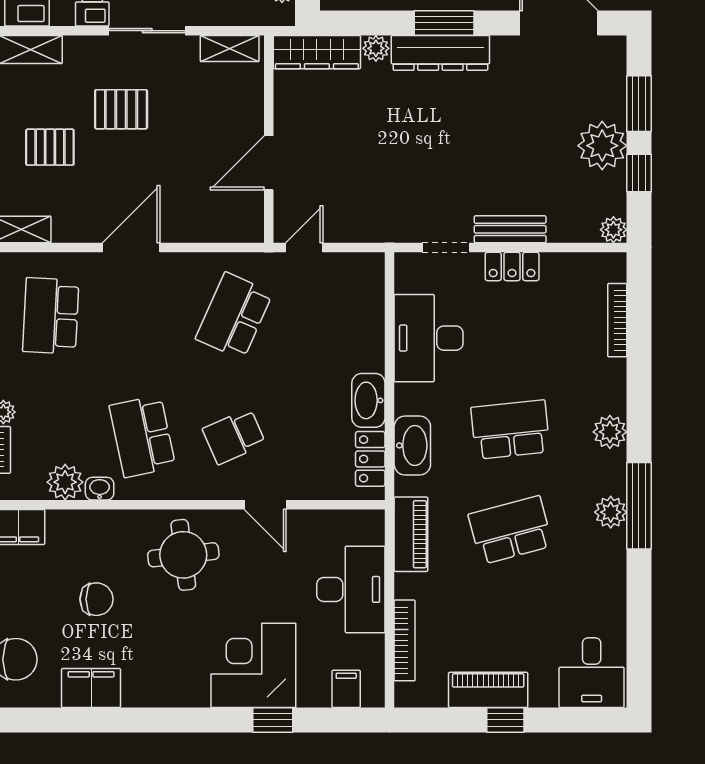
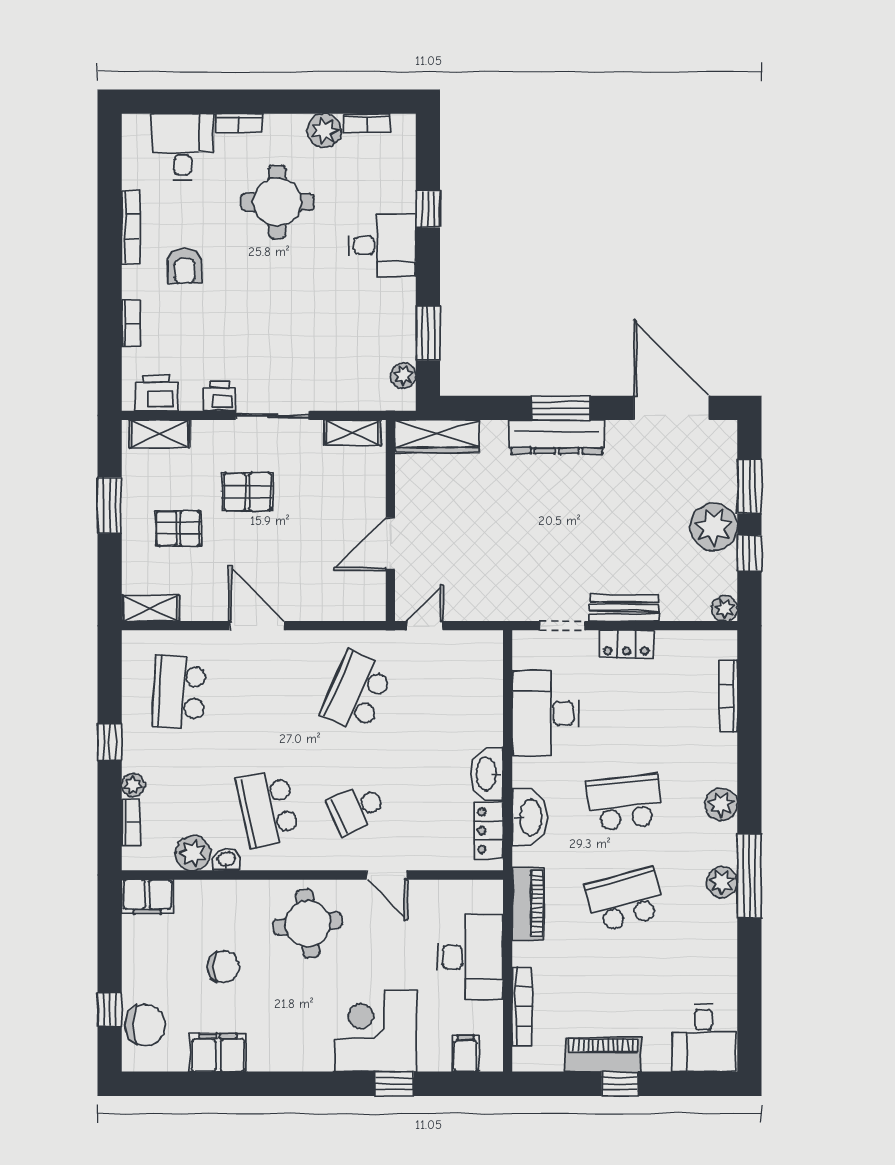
plant: (376, 48) -> (494, 433), removed
door: (131, 248) -> (257, 626), hinge flipped

